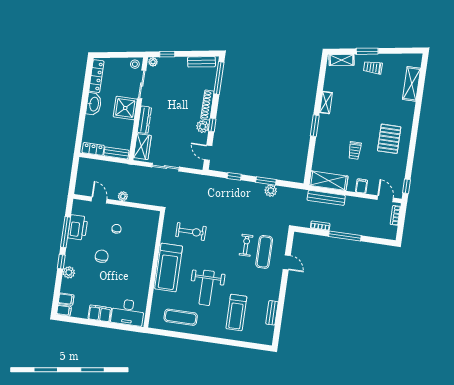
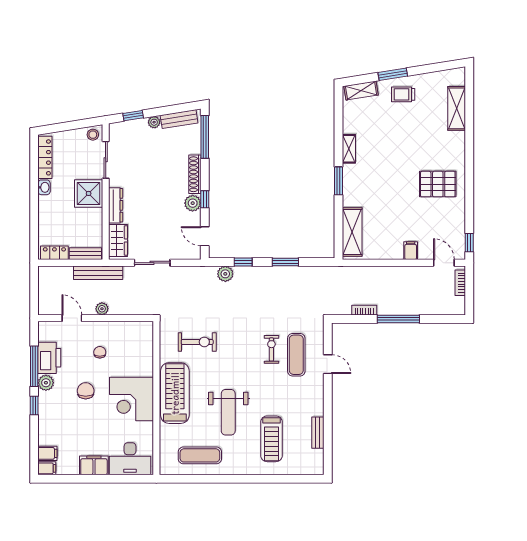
plant: (153, 62) -> (154, 122), moved
washbasin: (94, 104) -> (44, 187), width x0.52, depth x0.69
pallet: (389, 139) -> (438, 184), turned 90
trolley: (355, 151) -> (395, 206), removed
shelving: (329, 181) -> (352, 232), moved, turned 90
plant: (271, 191) -> (225, 274), moved
bench: (326, 198) -> (98, 273), moved
corner desk: (135, 267) -> (131, 399), added
treadmill: (169, 268) -> (175, 393), turned 180
plant: (69, 272) -> (46, 383), moved

